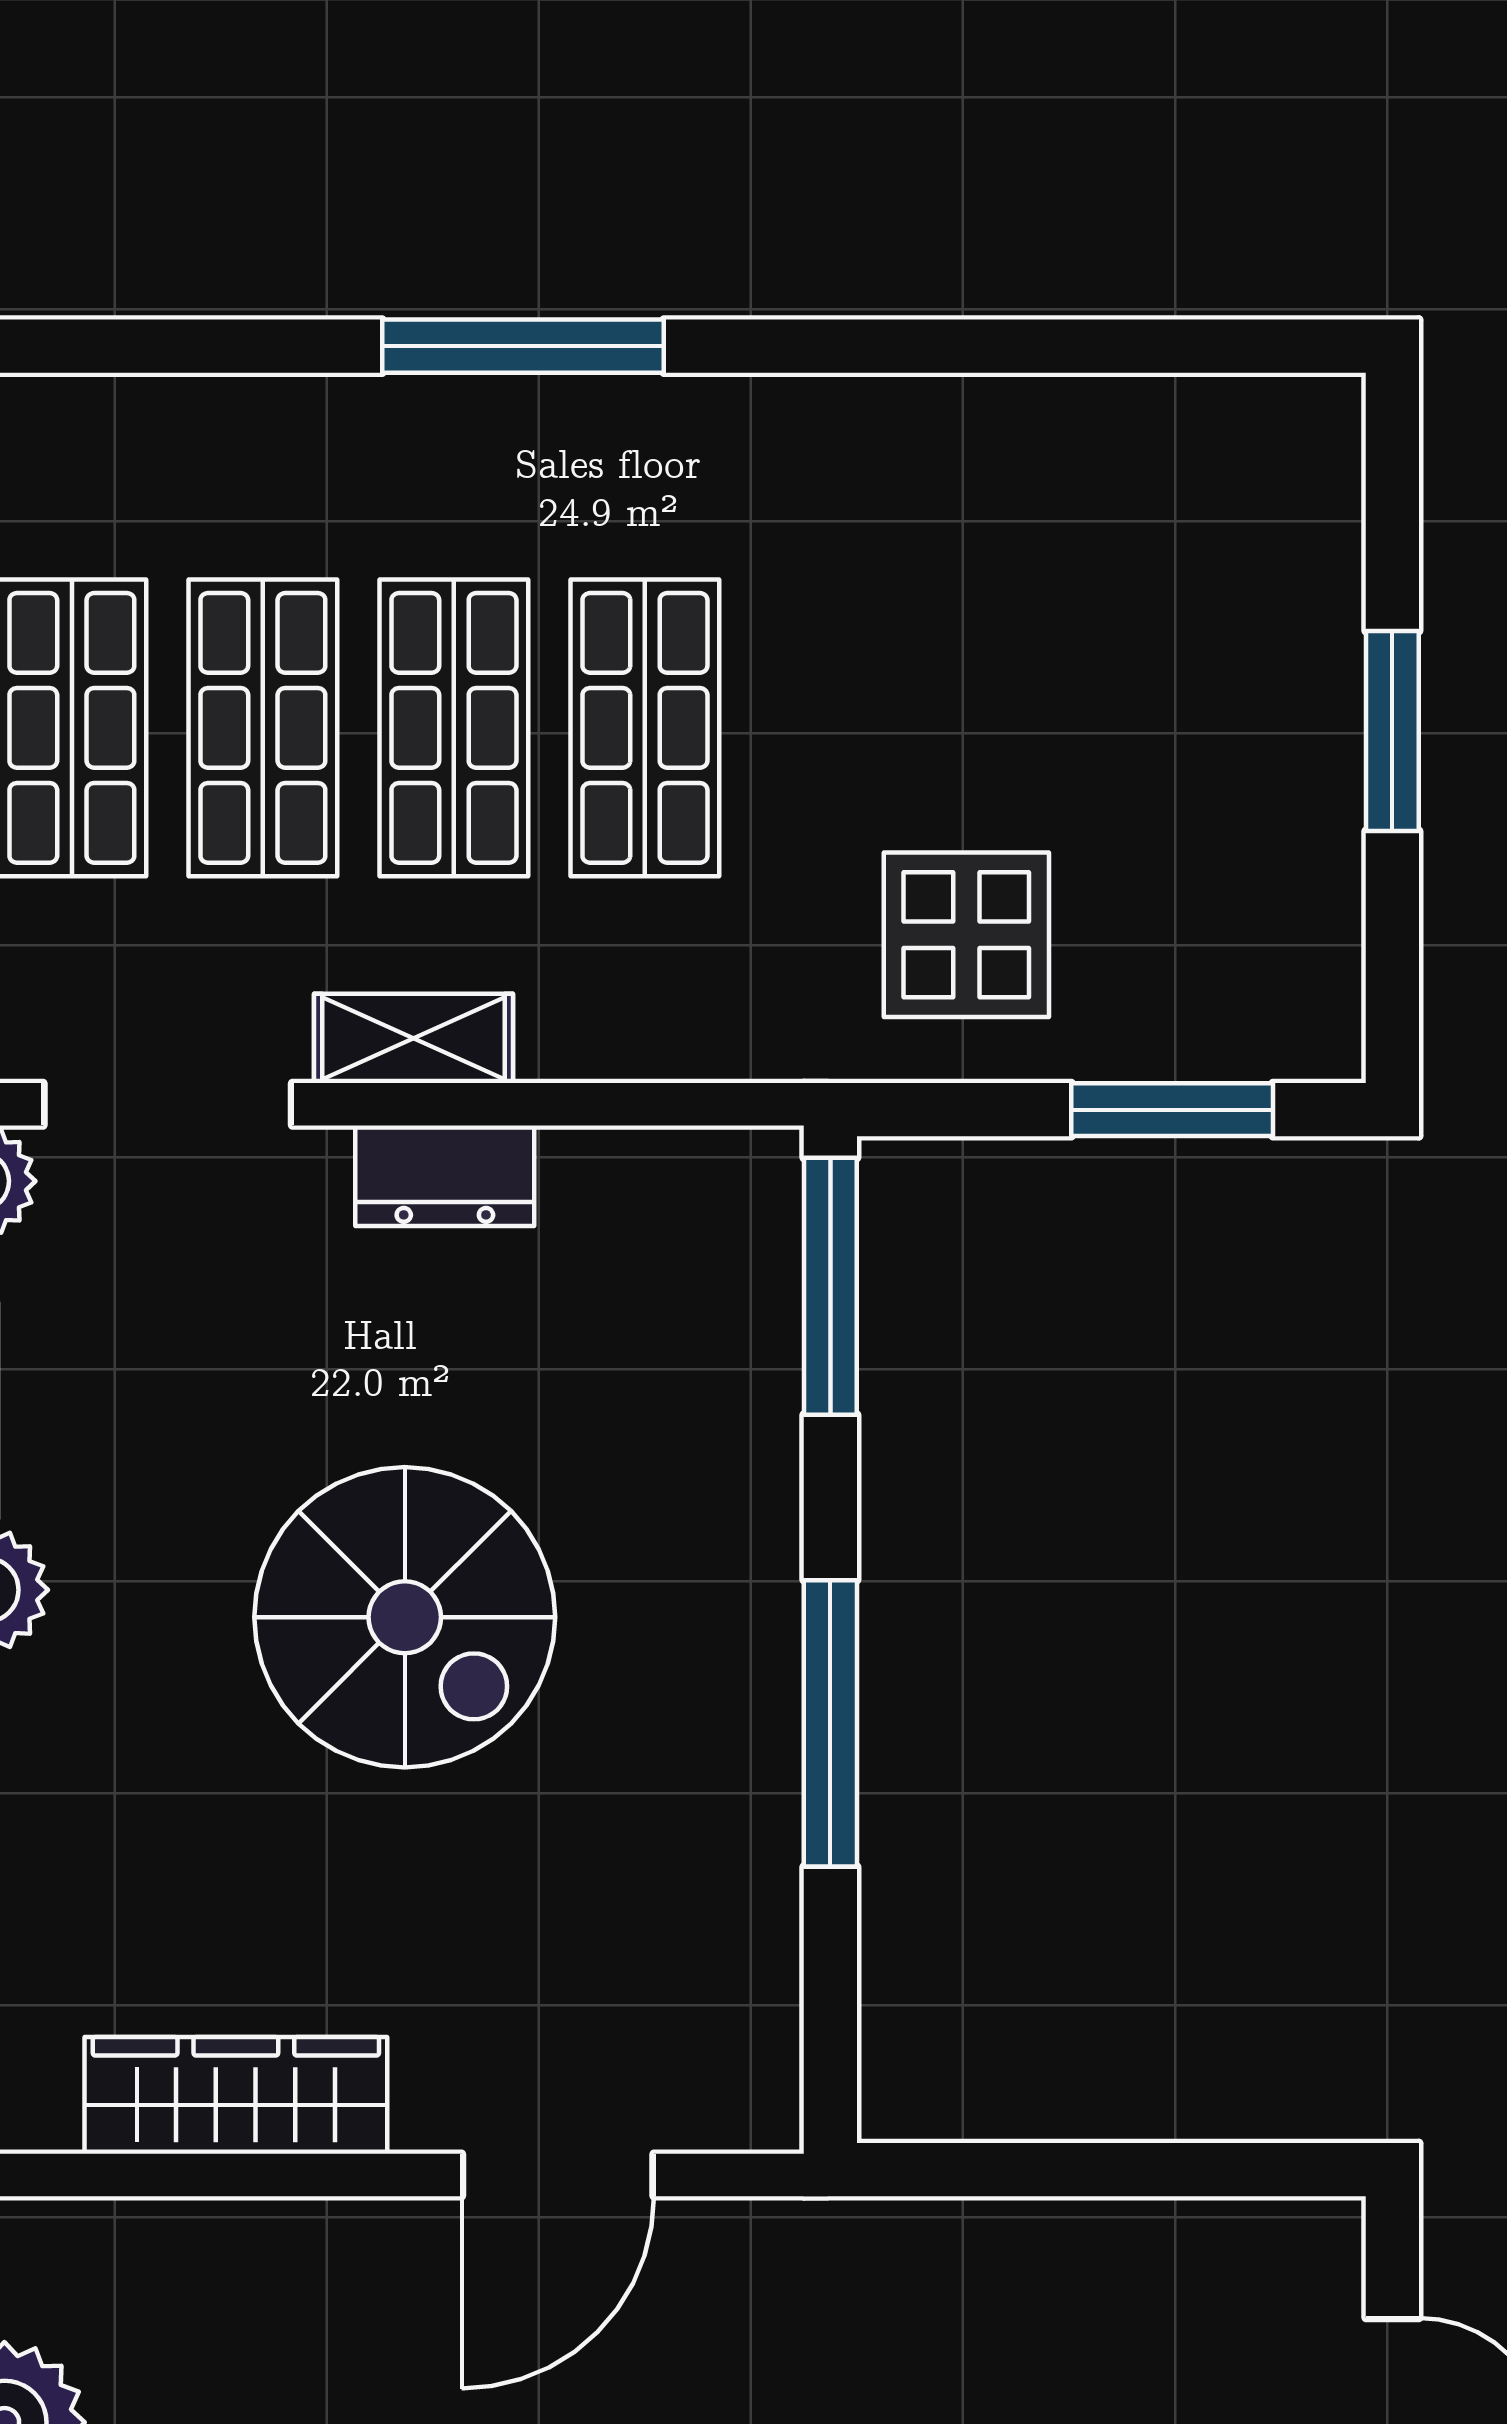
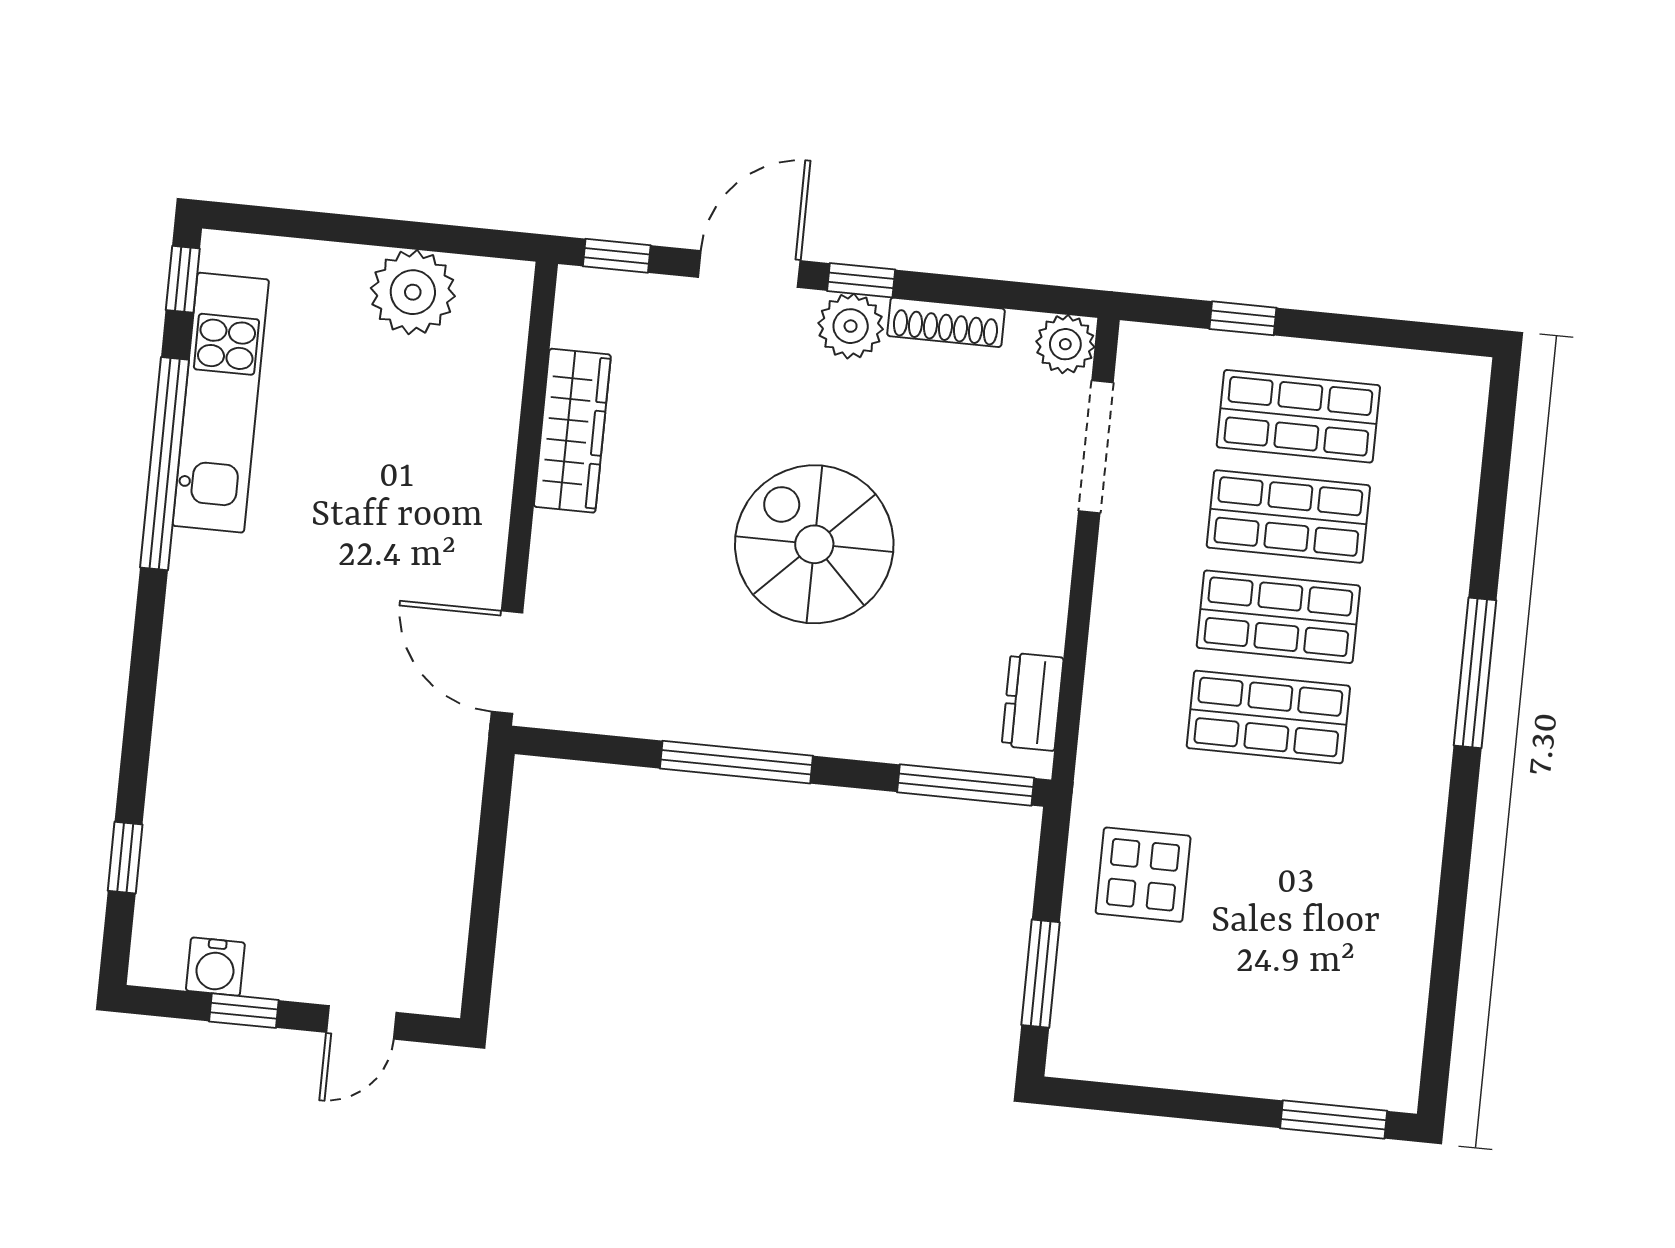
window: (1392, 731) -> (1334, 1119), moved
shelving: (413, 1038) -> (1118, 579), removed
dresser: (445, 1176) -> (1033, 702), moved
spiral stairs: (405, 1617) -> (814, 544), turned 90
door: (558, 2175) -> (507, 662), moved

